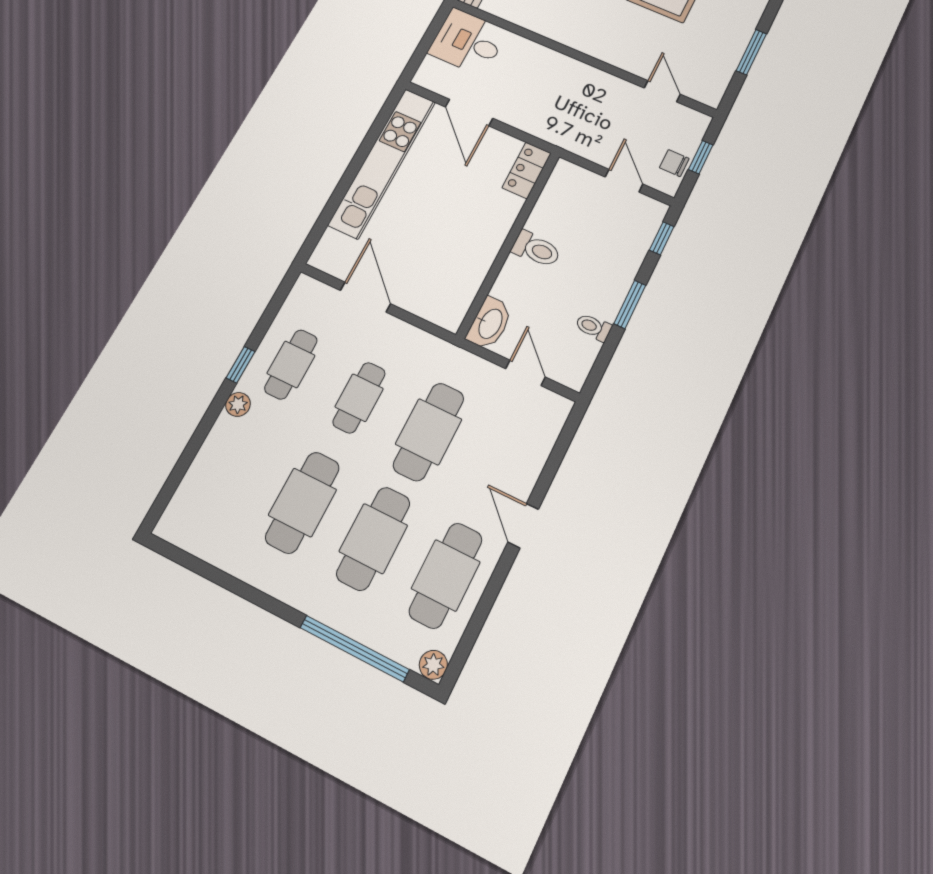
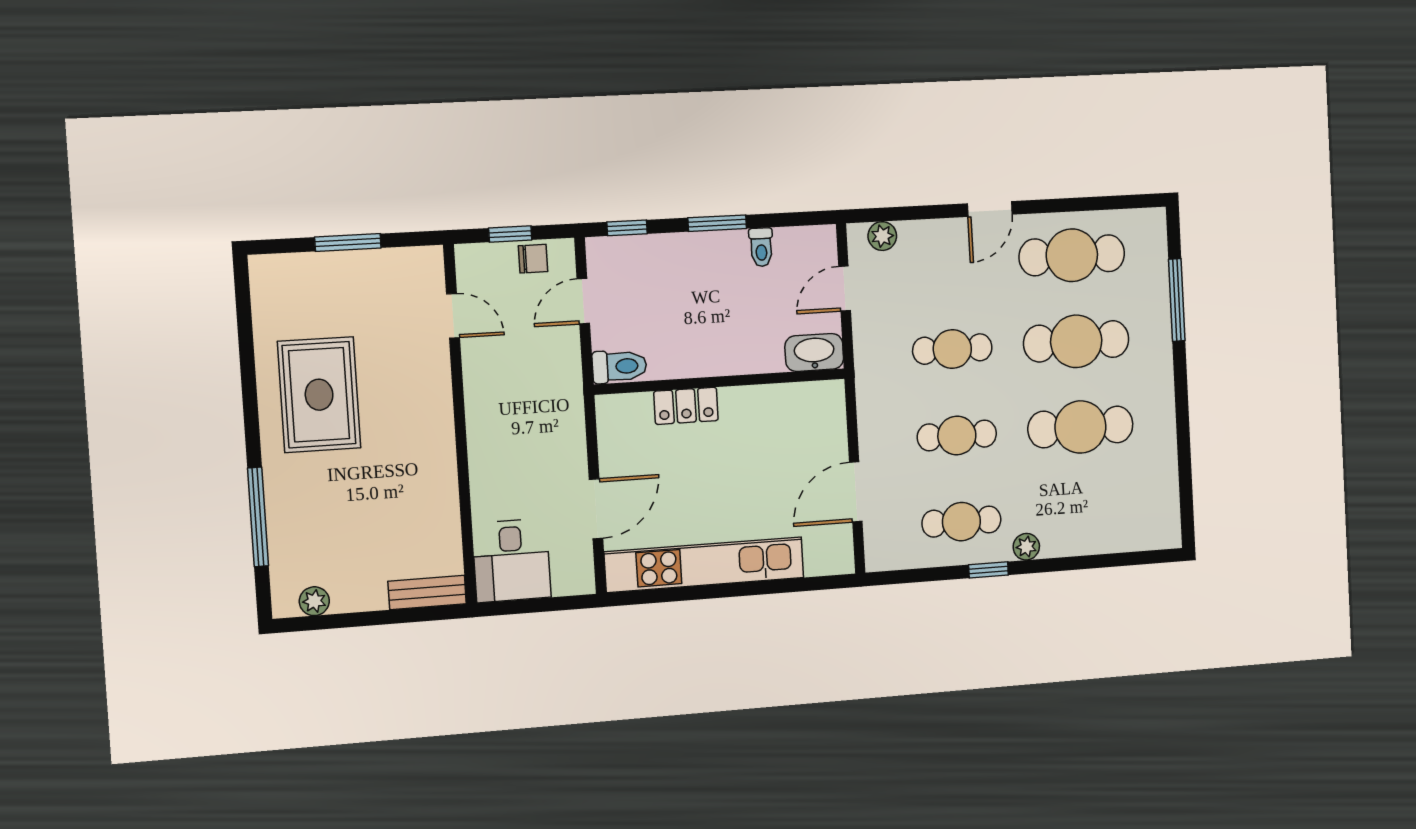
door: (662, 91) -> (453, 316), swing flipped
chair: (674, 163) -> (533, 259), turned -90
locker: (527, 170) -> (686, 406), moved
toilet: (536, 249) -> (619, 366), moved, turned 90
cafe table: (429, 432) -> (952, 349), width x0.73, depth x0.74
window: (354, 649) -> (1177, 300), width x0.68
plant: (433, 665) -> (882, 236), moved

